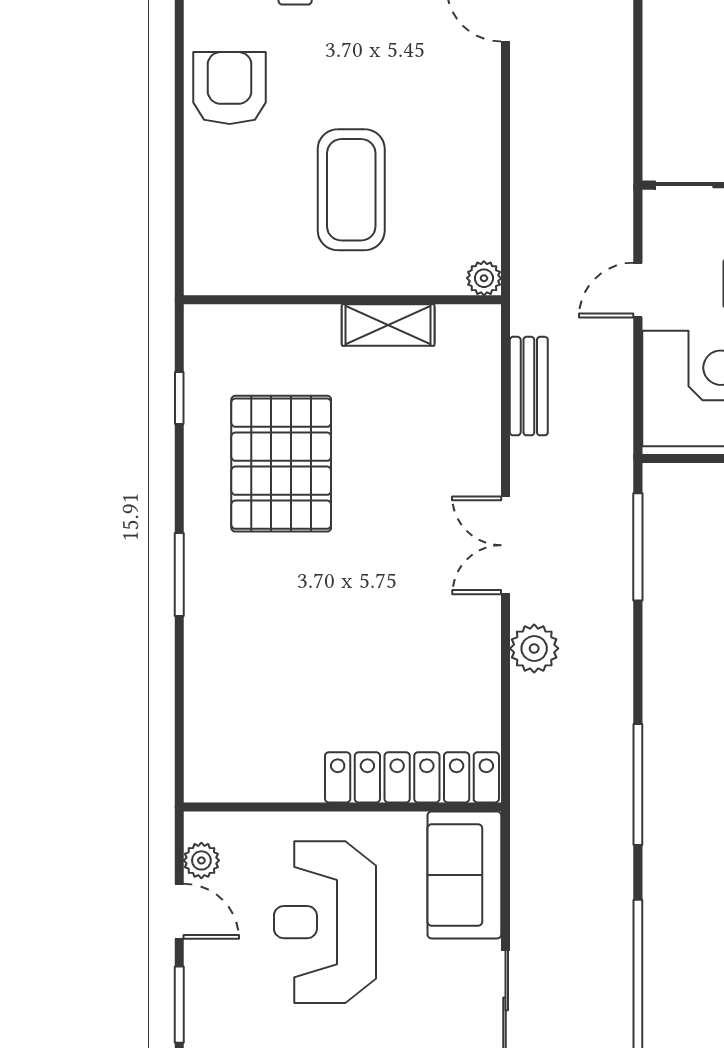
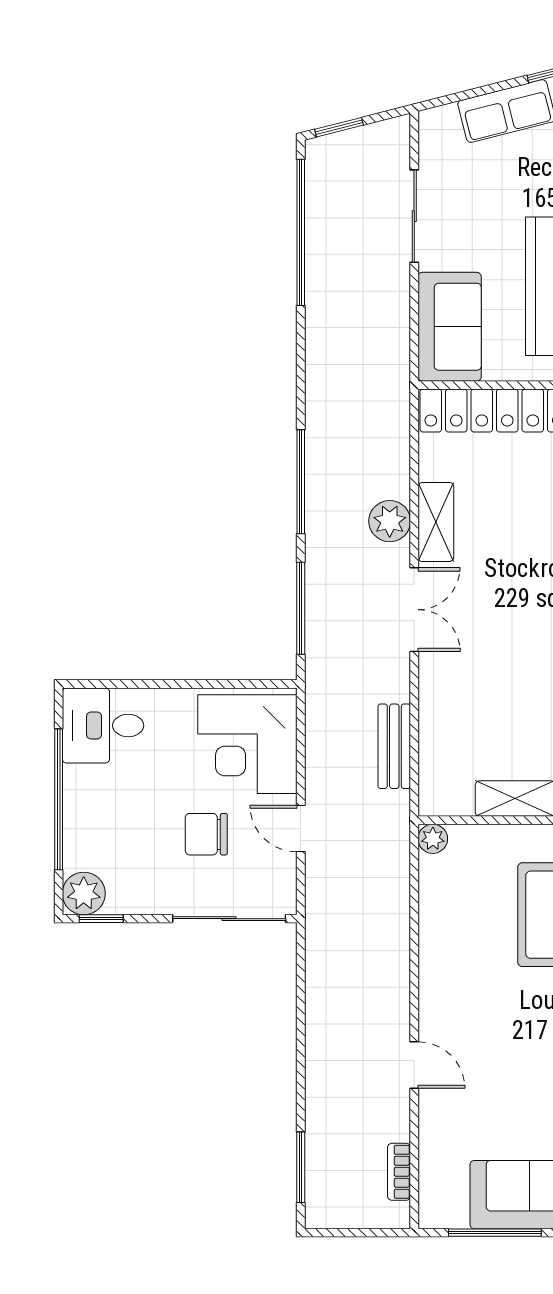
door: (638, 290) -> (301, 829), swing flipped
shelving: (480, 647) -> (436, 522), added
window: (638, 784) -> (301, 482), moved

